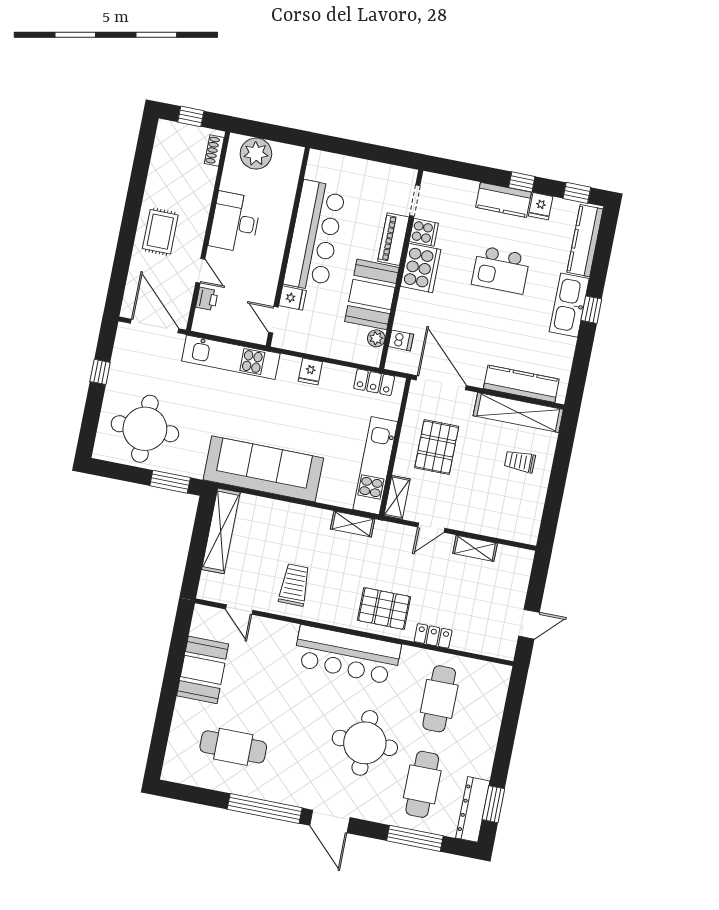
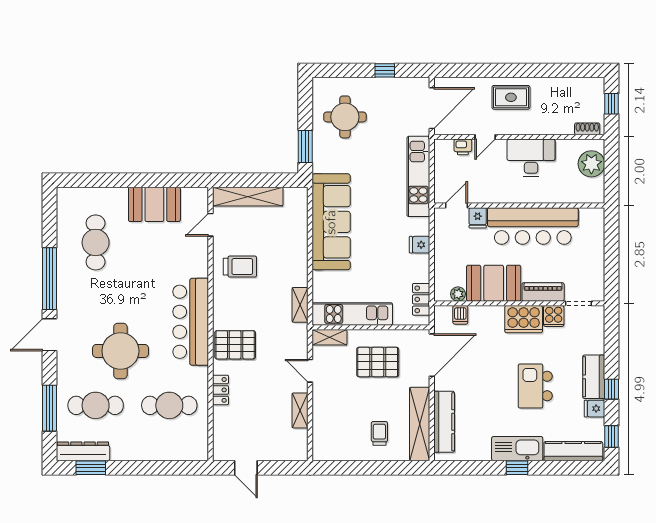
round table: (145, 429) -> (345, 117), width x0.73, depth x0.73
shelving: (221, 531) -> (248, 197), moved
pallet: (384, 609) -> (235, 345), turned 90

